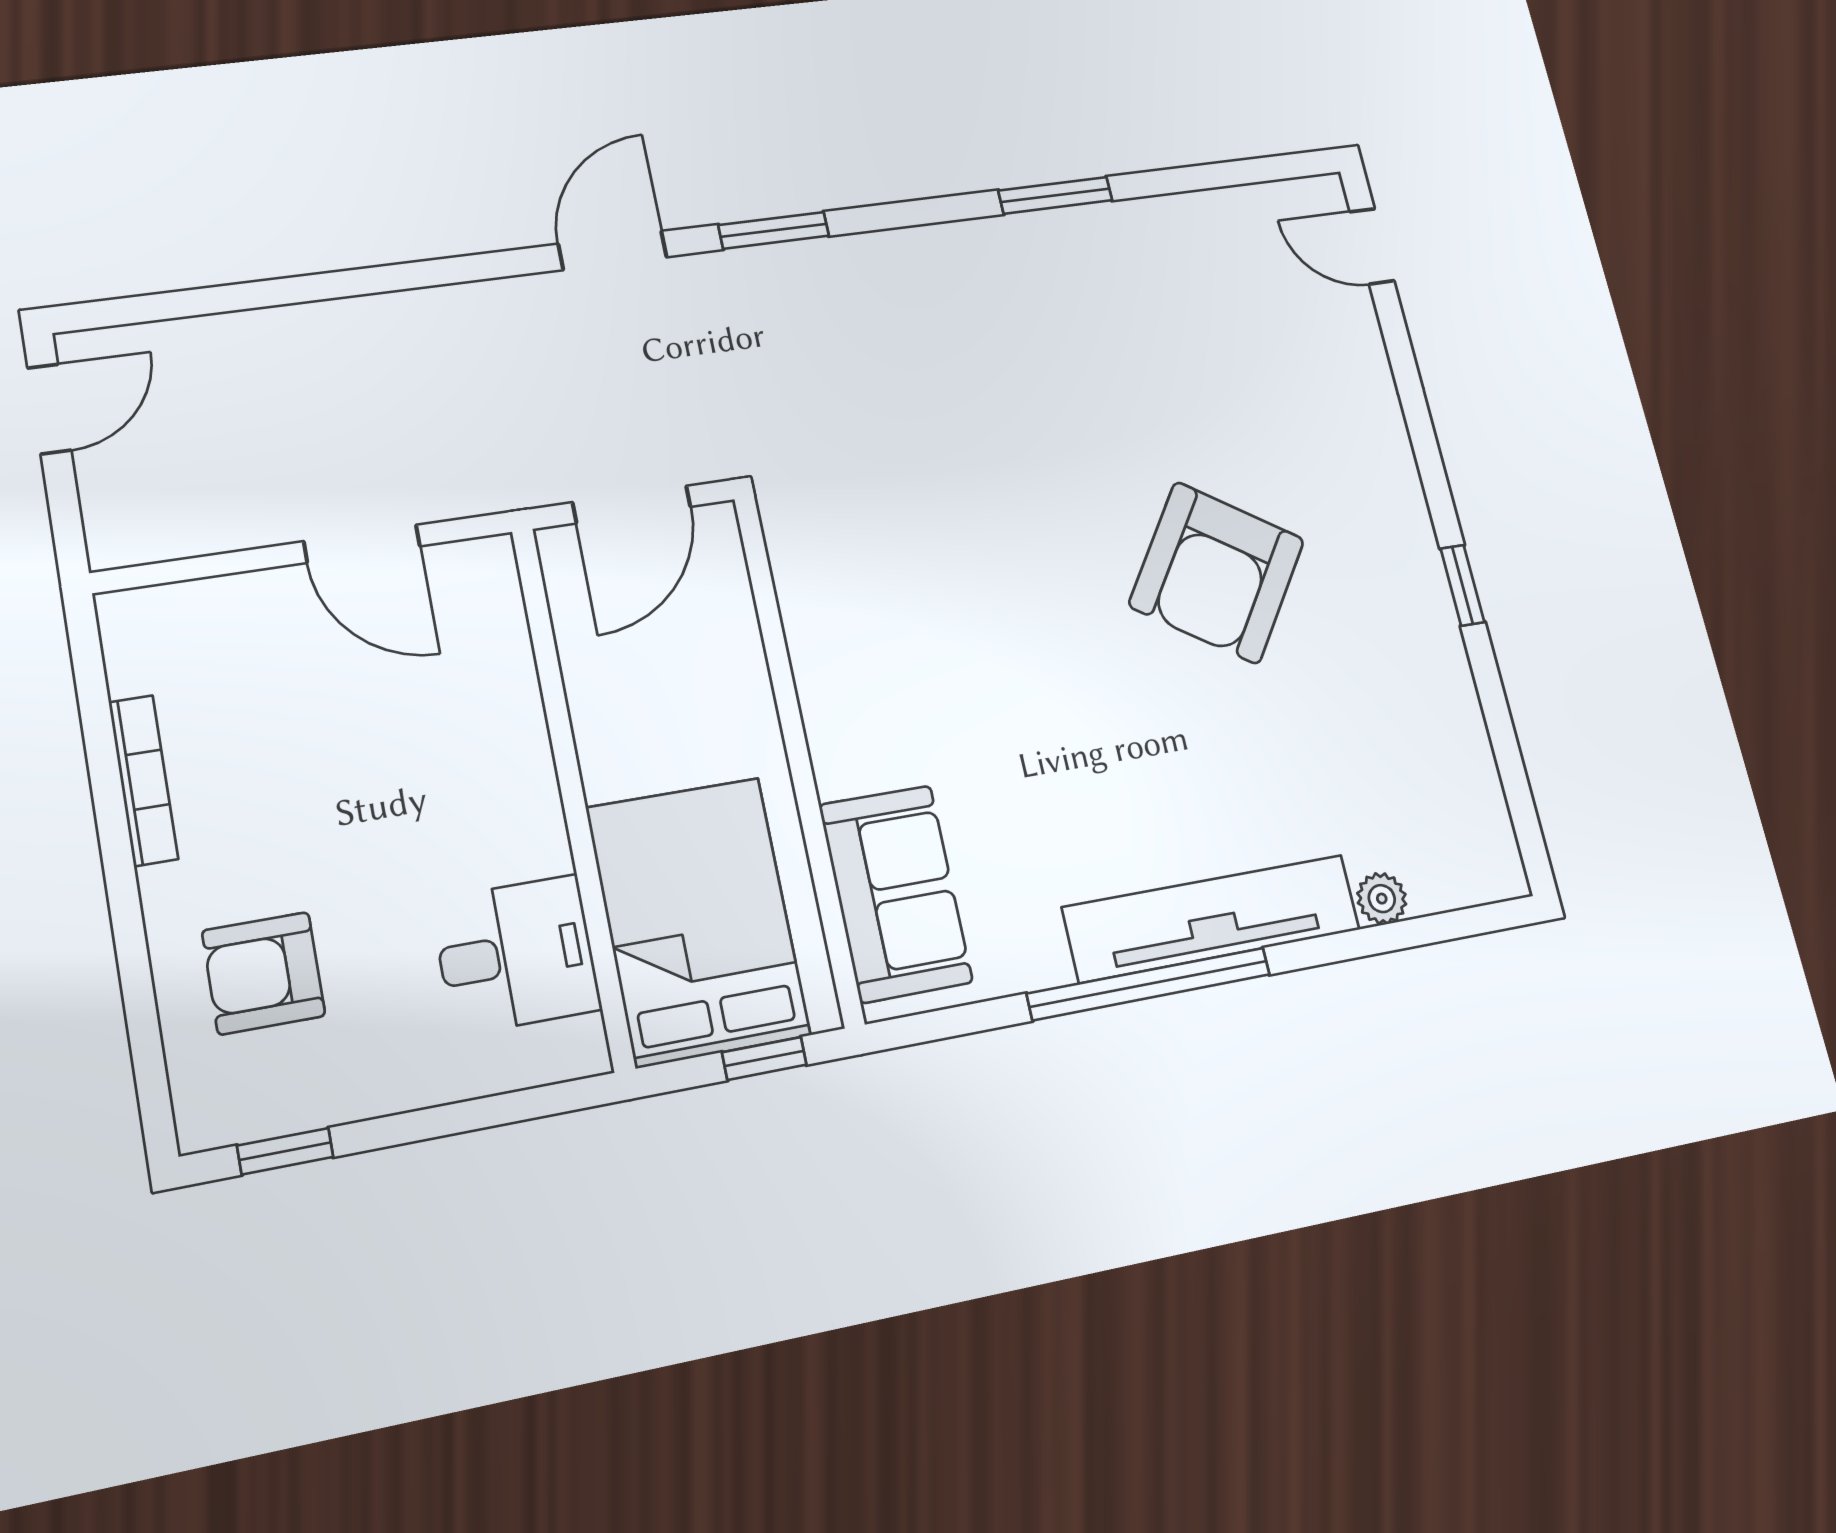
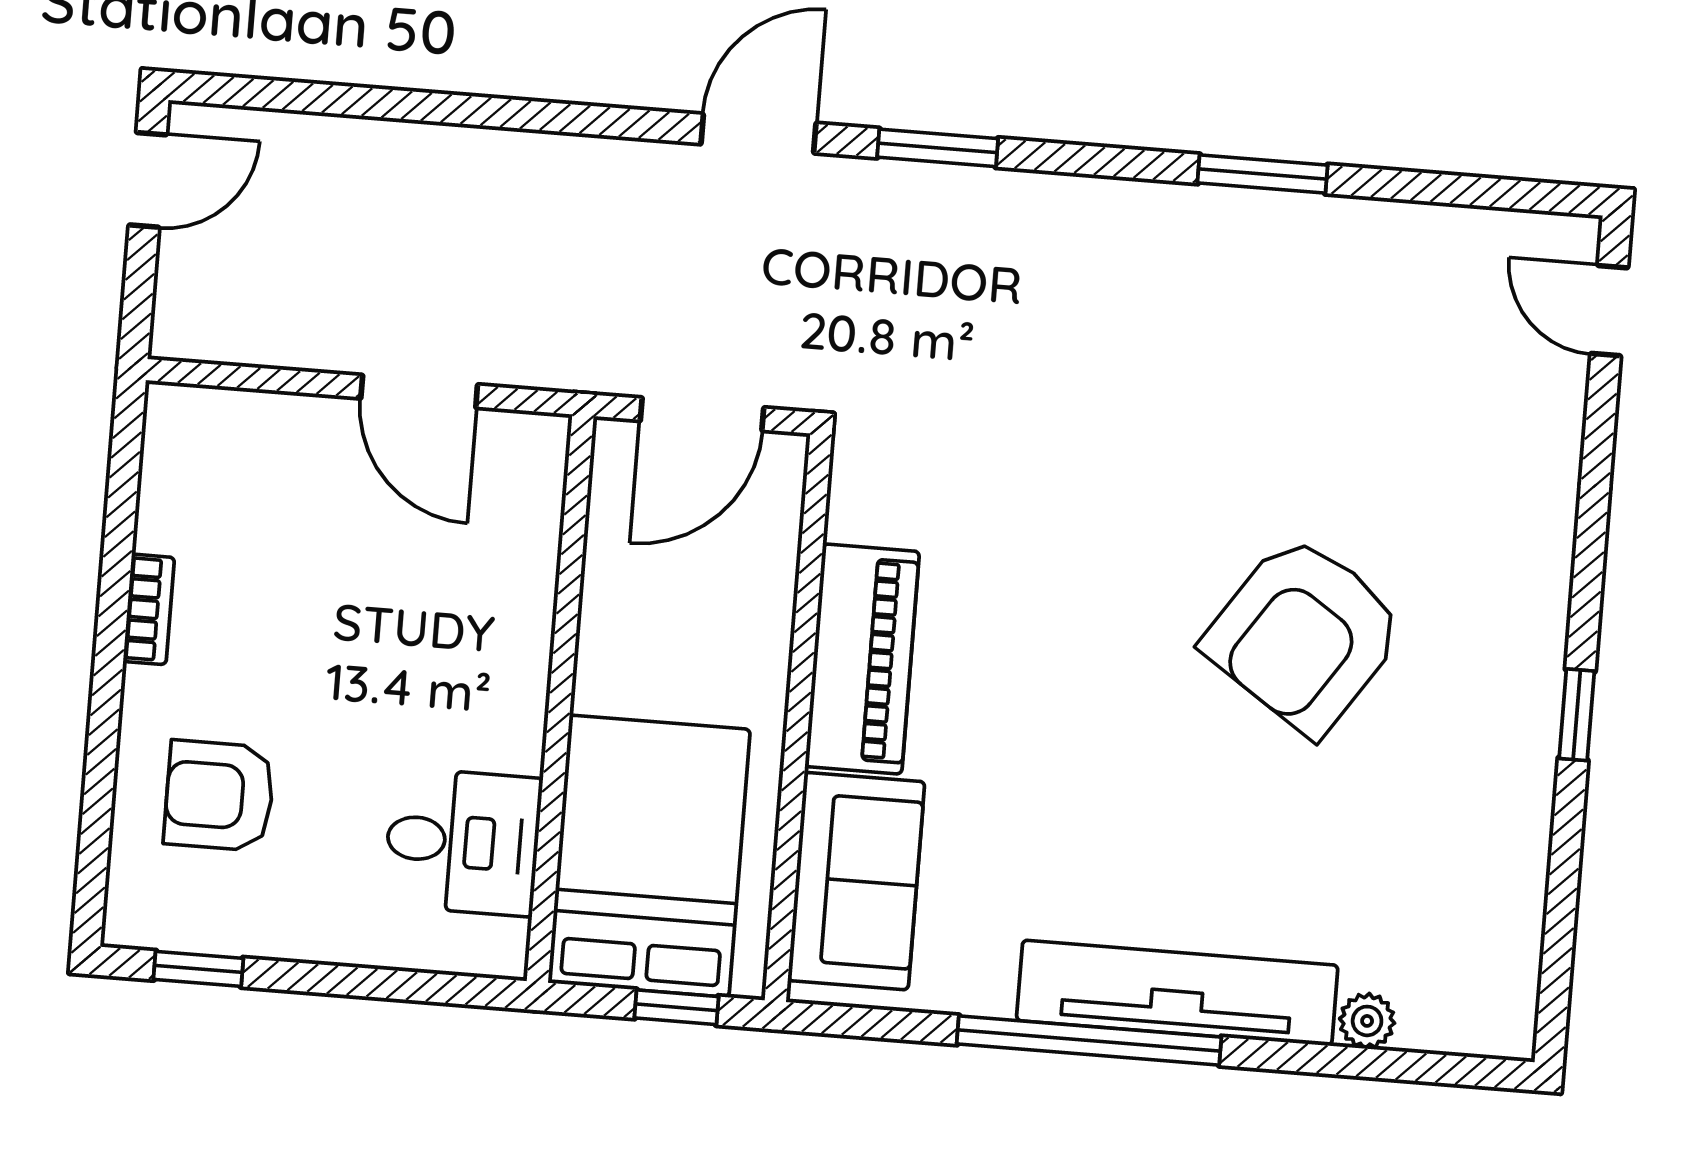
piano: (840, 689) -> (862, 659), added
bookcase: (143, 780) -> (149, 609), width x0.64

